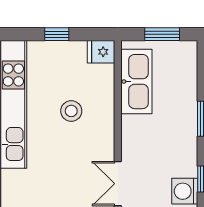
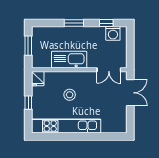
kitchen sink: (136, 82) -> (69, 60), moved

